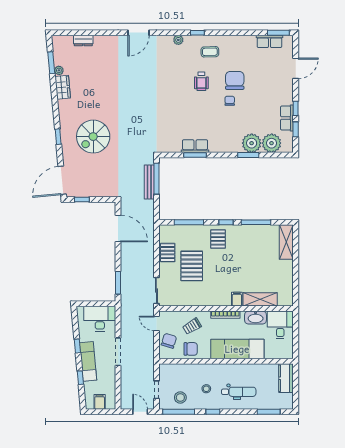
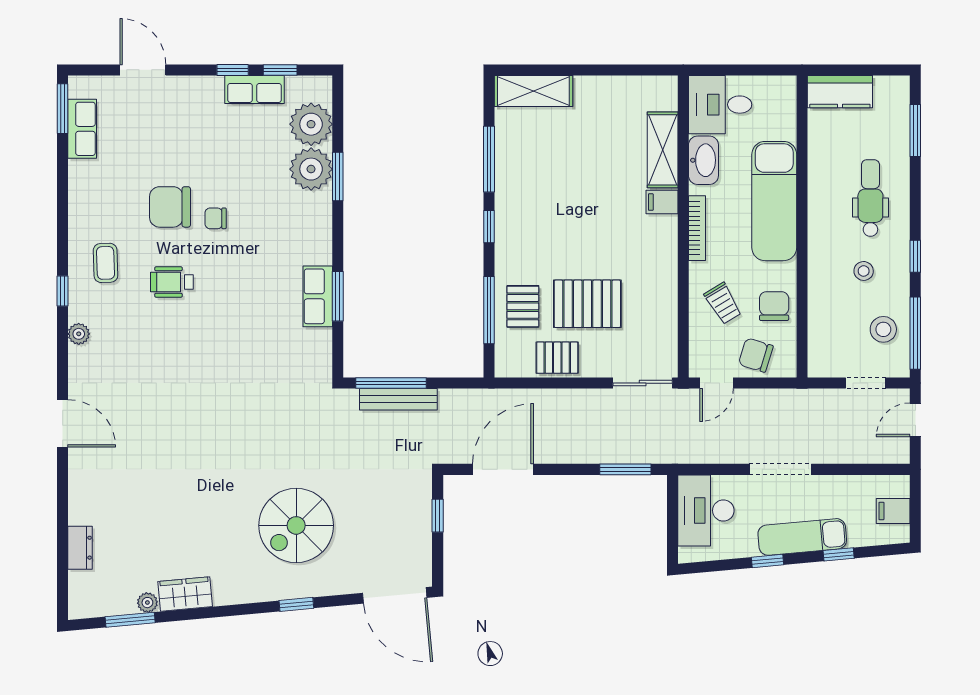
wheelchair: (201, 81) -> (172, 282), turned 180
spiral stairs: (93, 137) -> (296, 525), turned 90
window: (82, 199) -> (438, 516), moved
pallet: (218, 239) -> (523, 306), moved, turned 90

